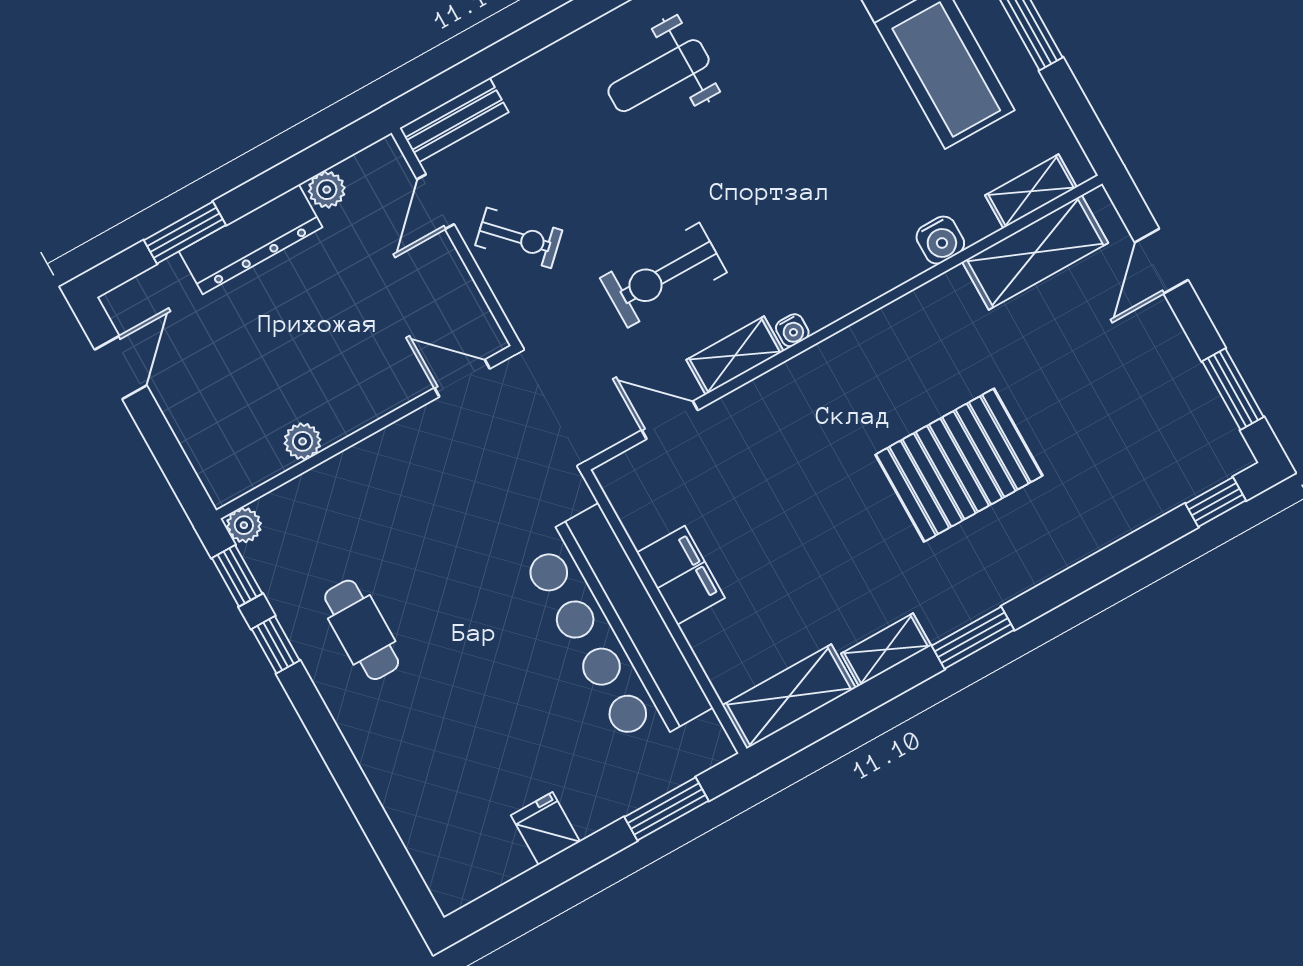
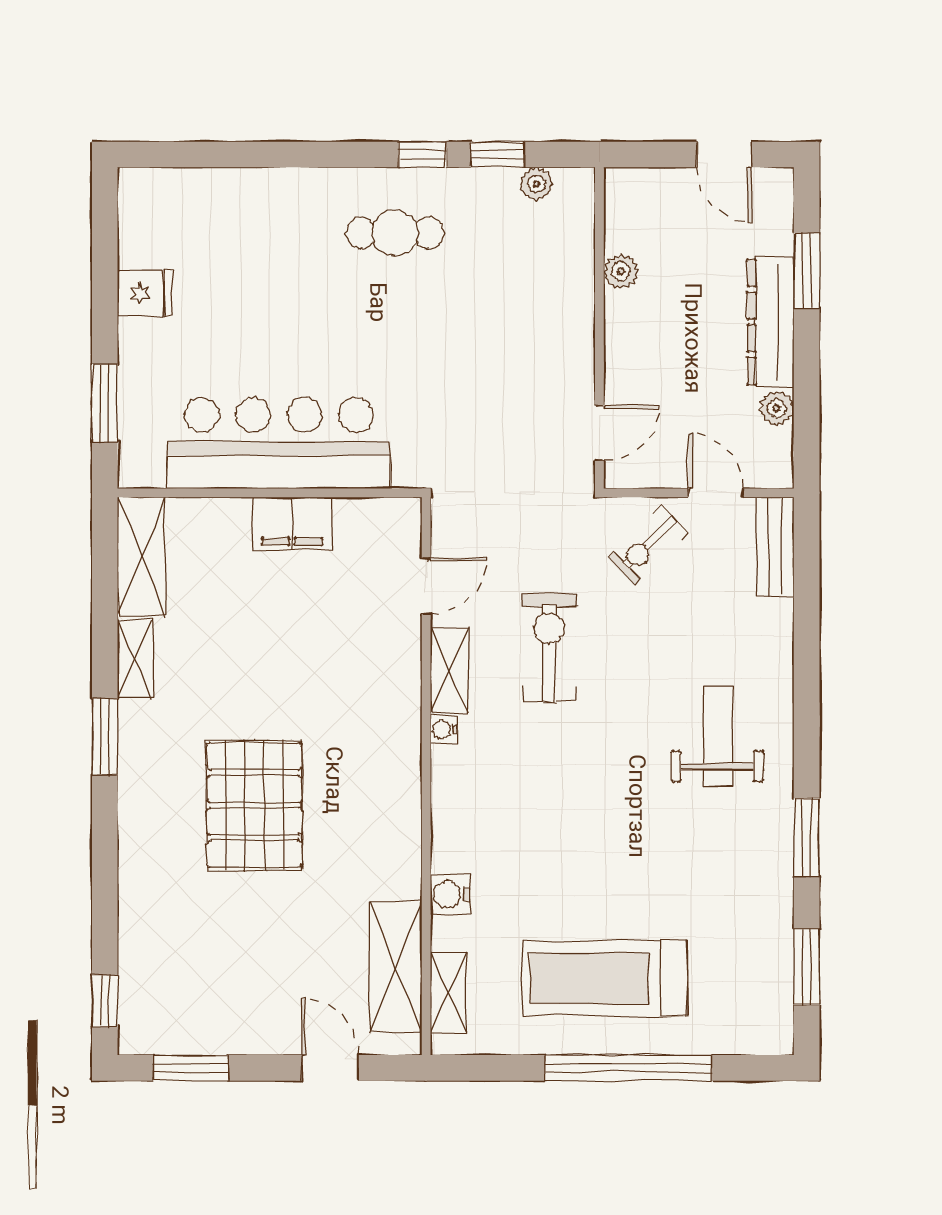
door: (462, 378) -> (599, 433), moved
wall: (366, 432) -> (599, 328), moved
plant: (303, 441) -> (621, 271), moved

